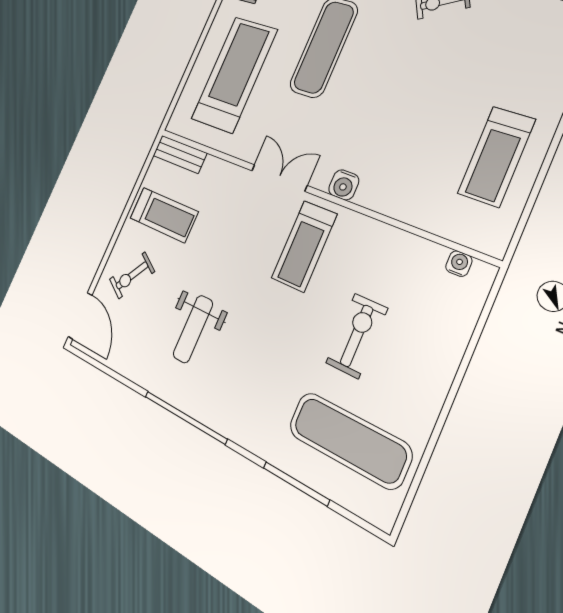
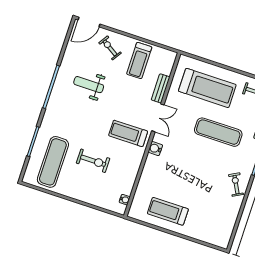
bench: (180, 154) -> (161, 88), moved

